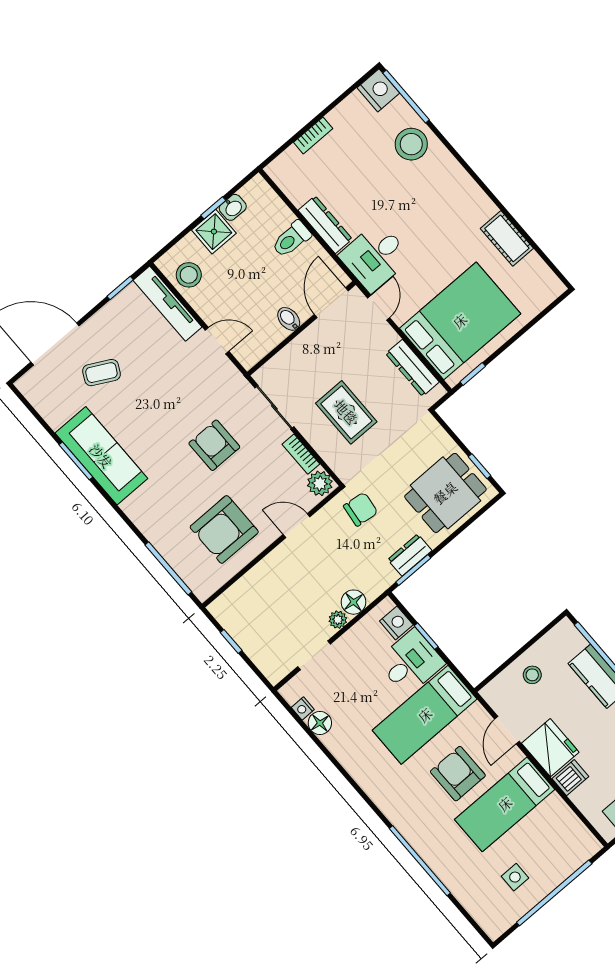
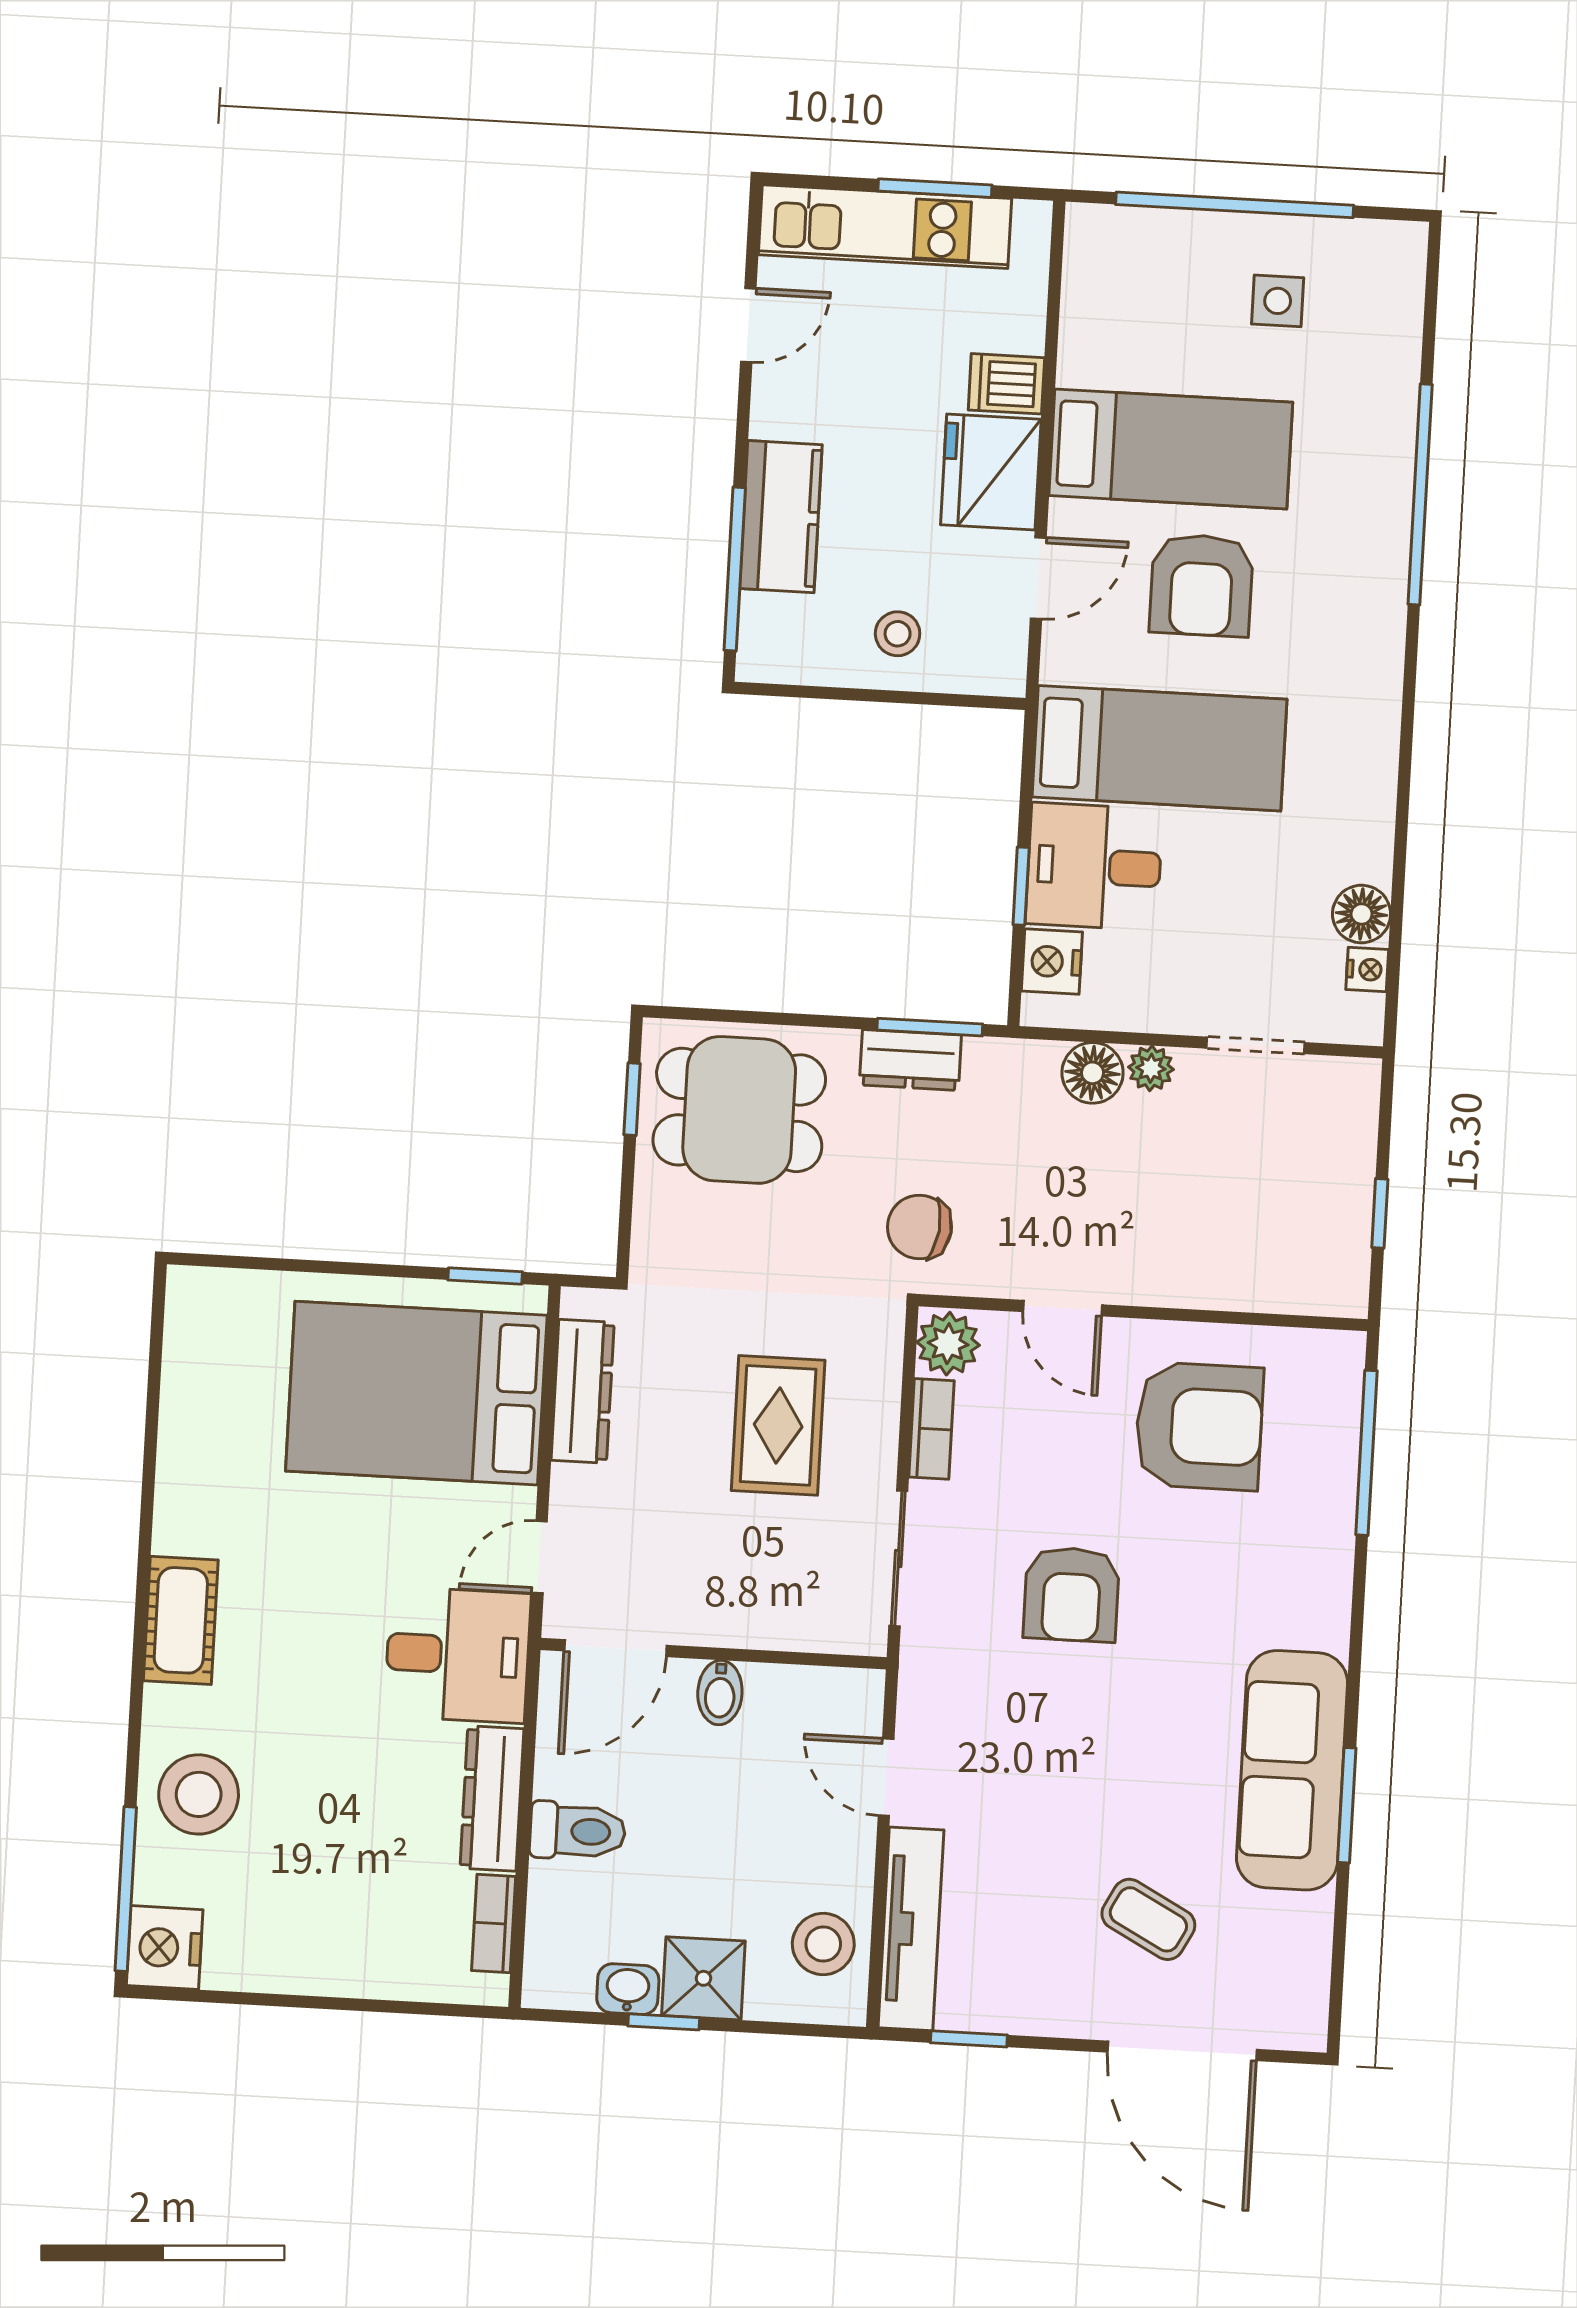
bookcase: (313, 135) -> (494, 1924), moved, turned -90
cot: (507, 238) -> (181, 1620), moved

